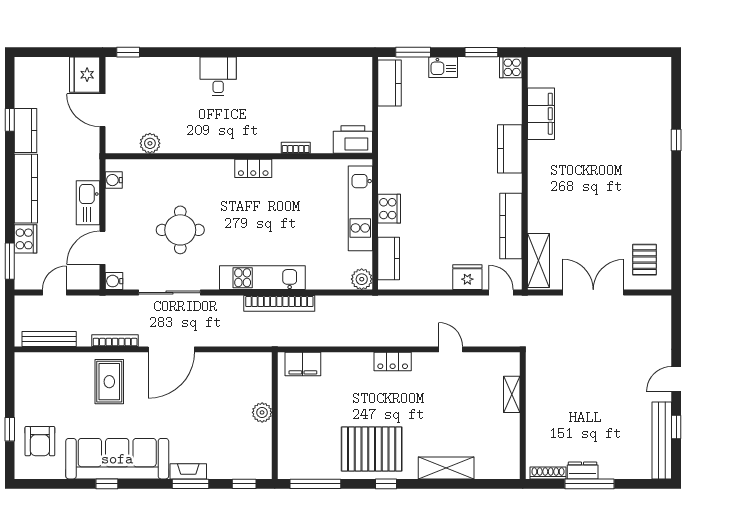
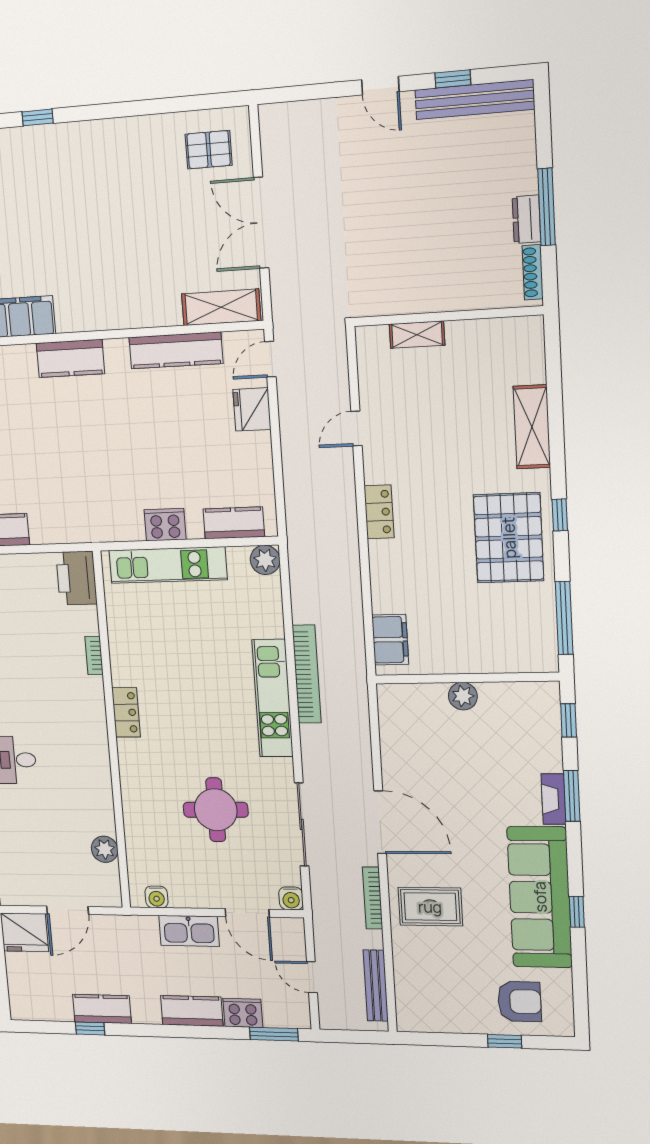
kitchen counter: (26, 189) -> (192, 1011), width x0.67

